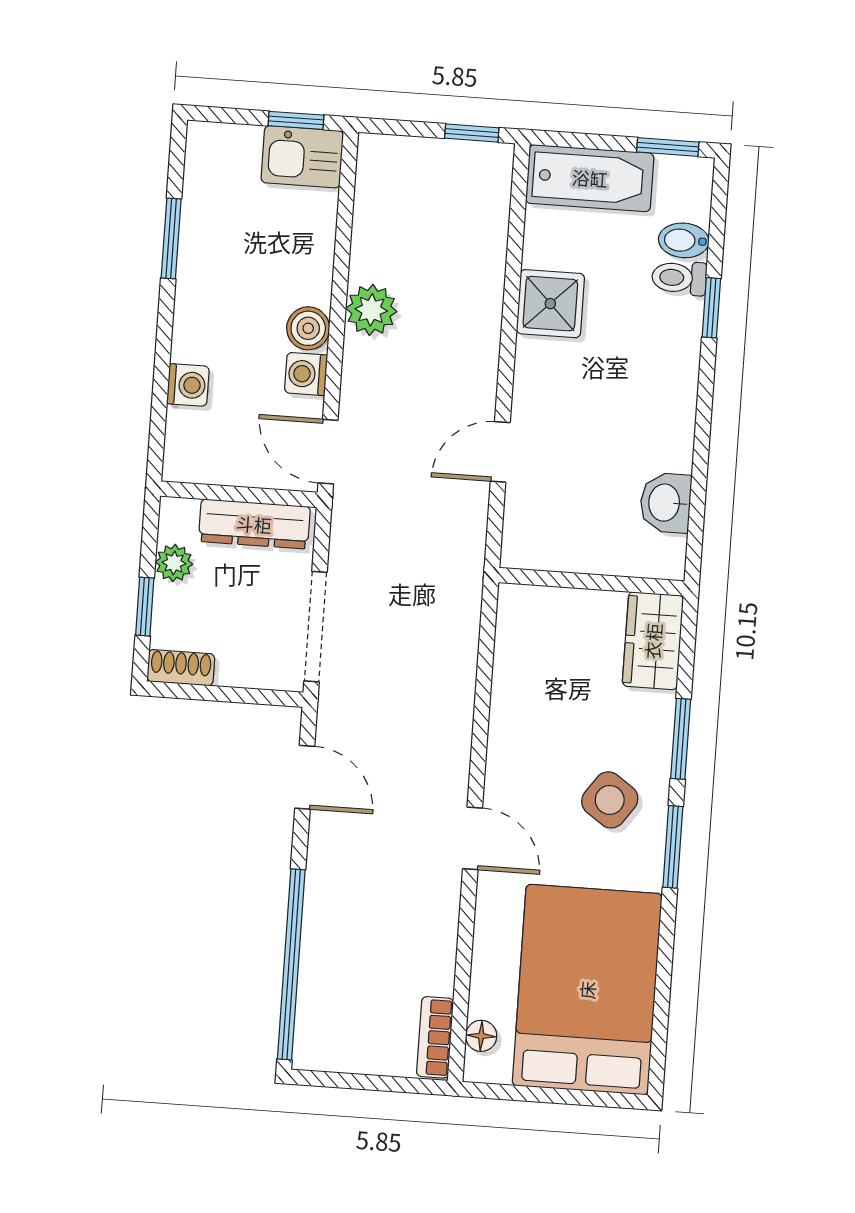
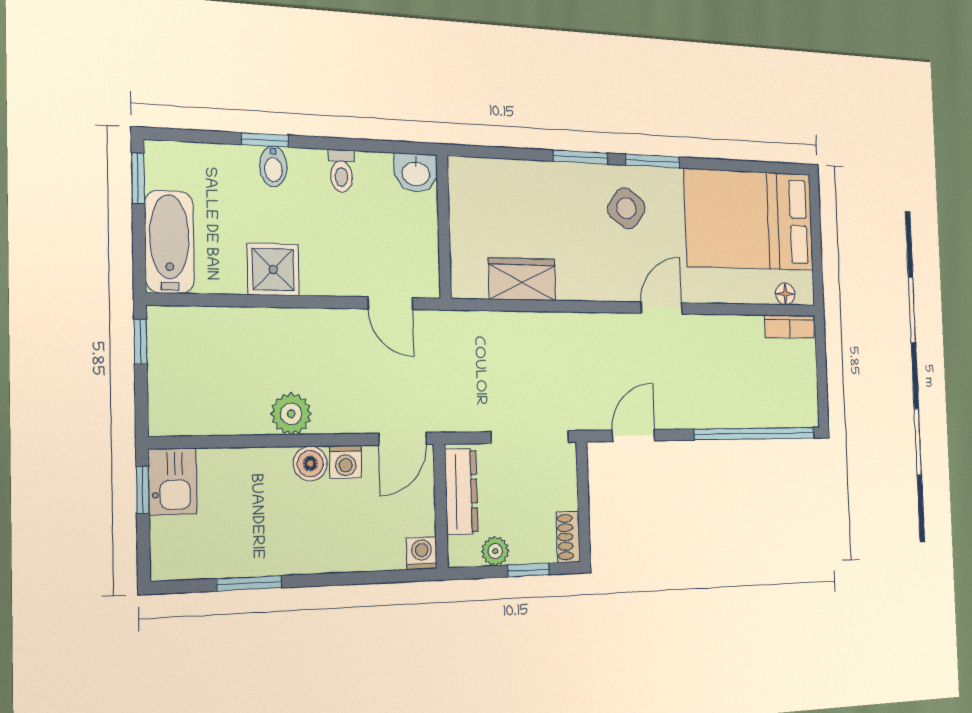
bidet: (684, 240) -> (273, 166), moved
toilet: (679, 278) -> (341, 171), moved
washing machine: (188, 385) -> (422, 553), moved
wall: (591, 582) -> (444, 227), moved
wardrobe: (653, 641) -> (522, 279), moved, turned 180

